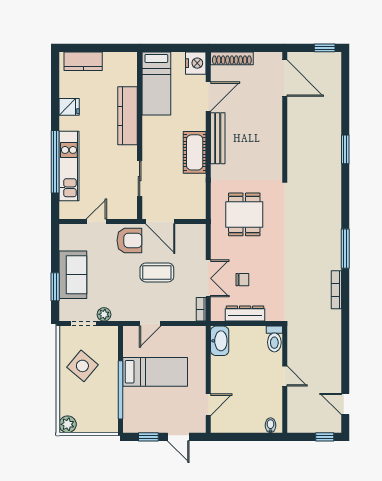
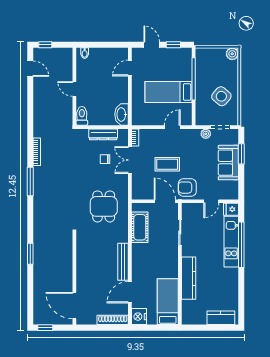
fridge: (69, 107) -> (231, 209), moved
cot: (195, 152) -> (140, 227), moved

